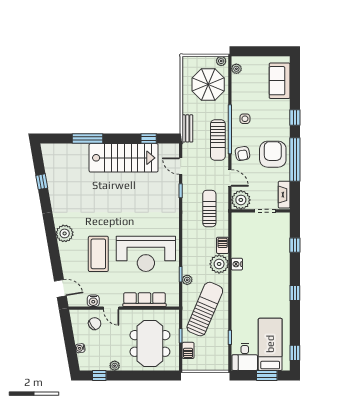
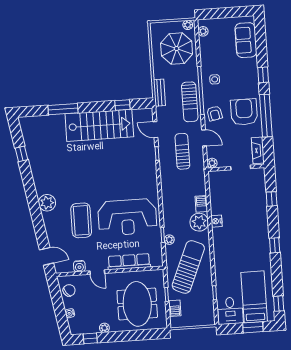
plant: (241, 200) -> (212, 163), width x0.53, depth x0.53
sun lounger: (209, 209) -> (182, 151), moved
chair: (95, 324) -> (69, 290), moved

